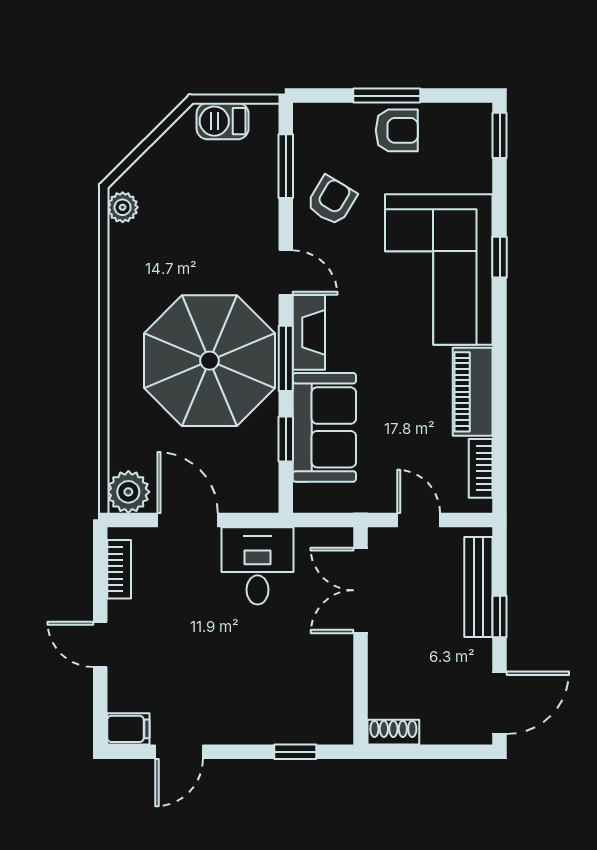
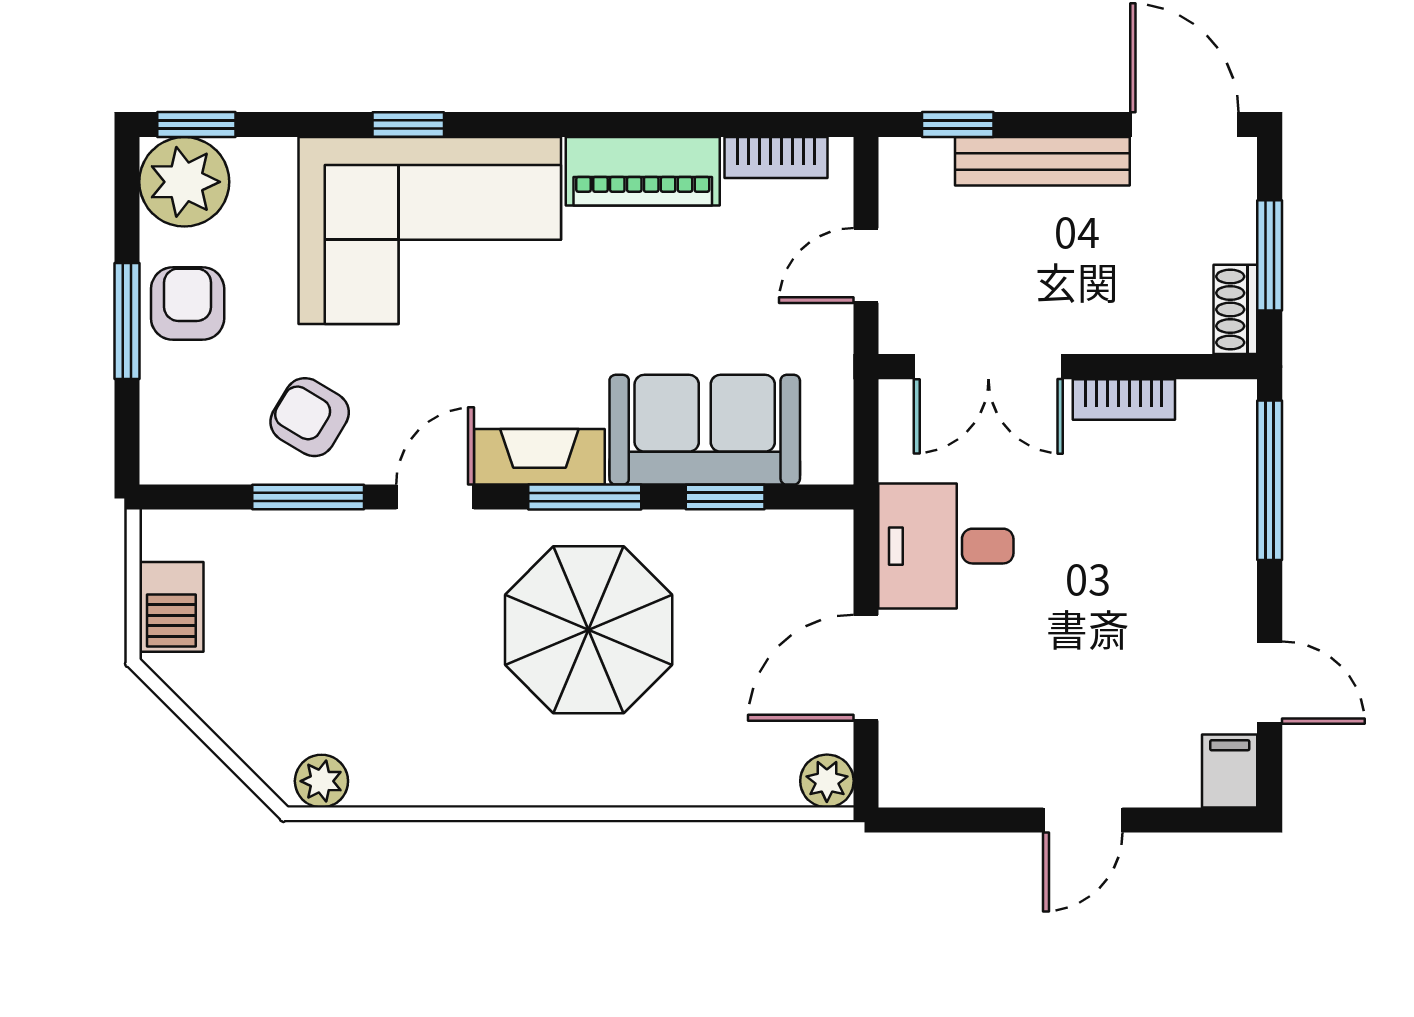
plant: (467, 129) -> (184, 182), added
window: (286, 166) -> (308, 497), moved
parasol: (209, 361) -> (589, 630), width x0.73, depth x0.73
plant: (128, 492) -> (827, 781), width x0.73, depth x0.73
bookcase: (119, 569) -> (1124, 399), moved, turned 180
bench: (478, 587) -> (1042, 161), moved
window: (500, 617) -> (958, 124), moved
window: (295, 752) -> (1270, 480), width x2.17
window: (424, 752) -> (1270, 255), added

